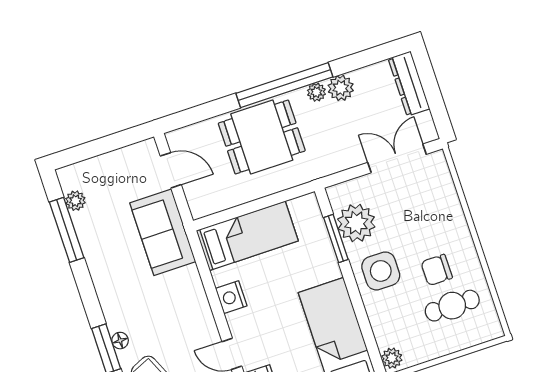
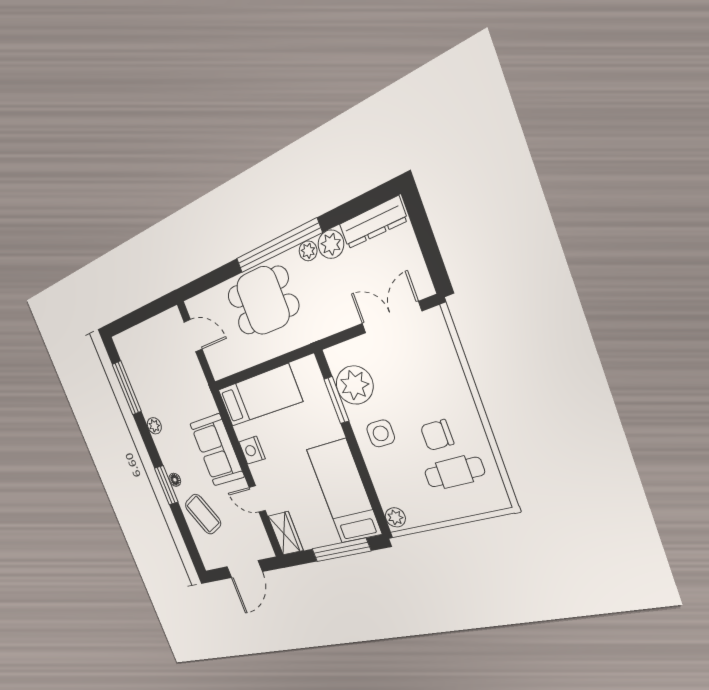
dresser: (409, 84) -> (373, 223), moved, turned -90
plant: (75, 201) -> (154, 426), moved
sofa: (163, 232) -> (217, 450), moved
side table: (381, 271) -> (381, 433), width x0.73, depth x0.73

